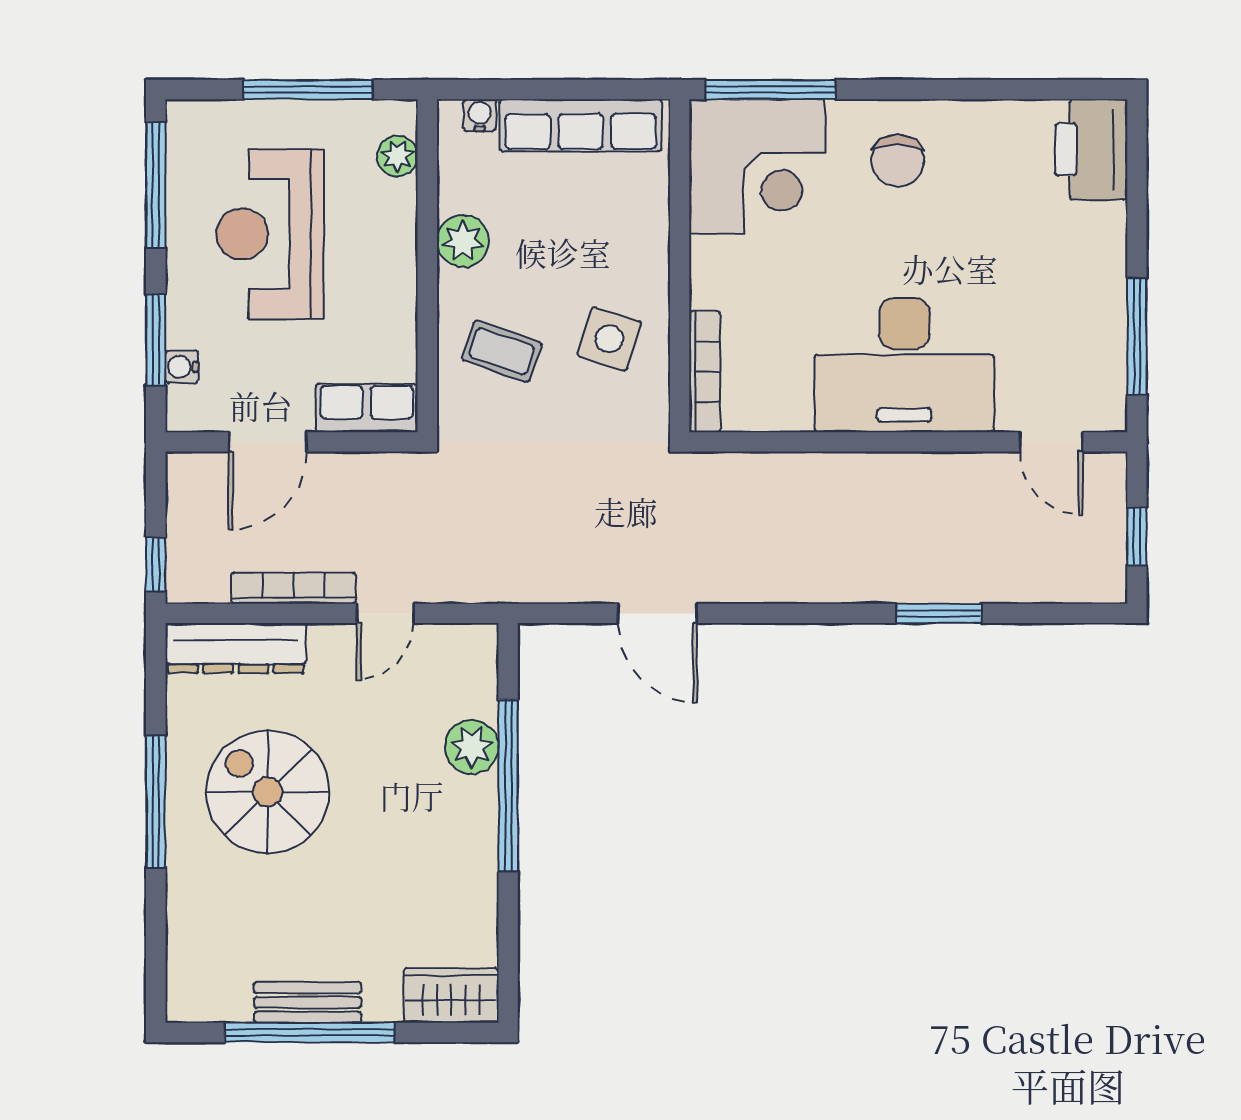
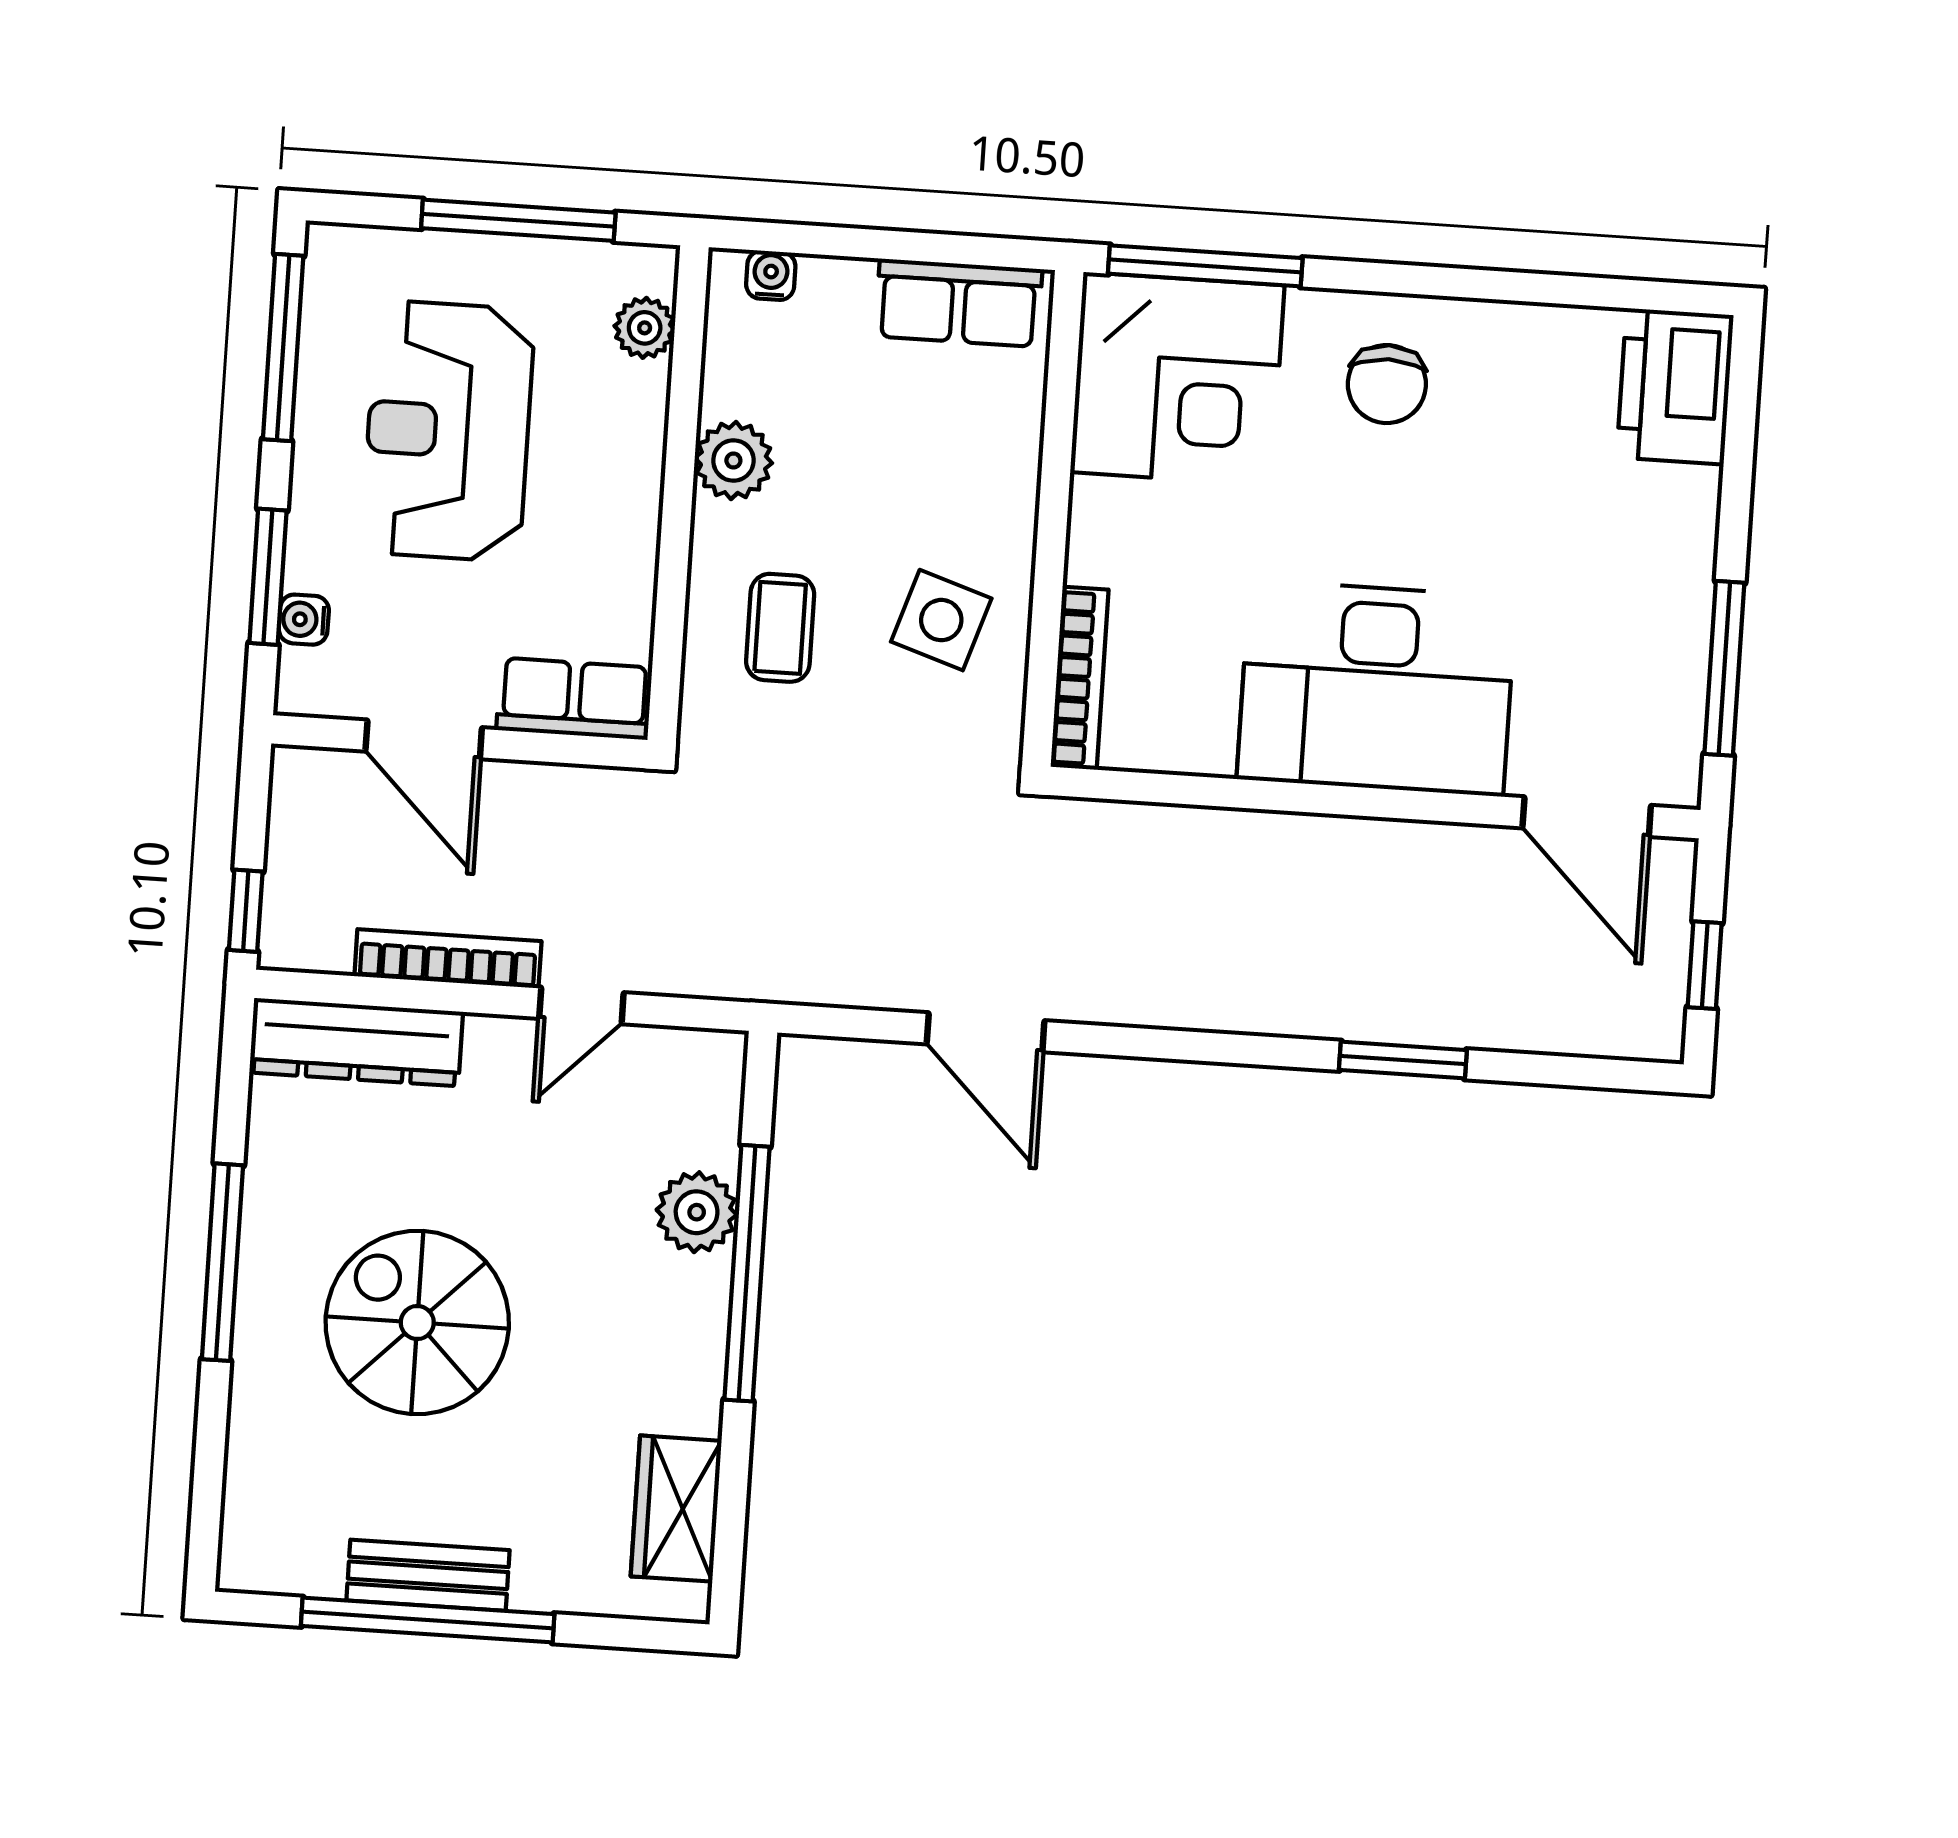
row of seats: (581, 125) -> (959, 303), width x0.68
coffee table: (502, 351) -> (780, 628), turned 71
door: (267, 442) -> (424, 739), hinge flipped
door: (1051, 442) -> (1587, 817), width x1.38
spiral stairs: (268, 792) -> (417, 1322), moved
wardrobe: (451, 995) -> (676, 1509), moved, turned -90

